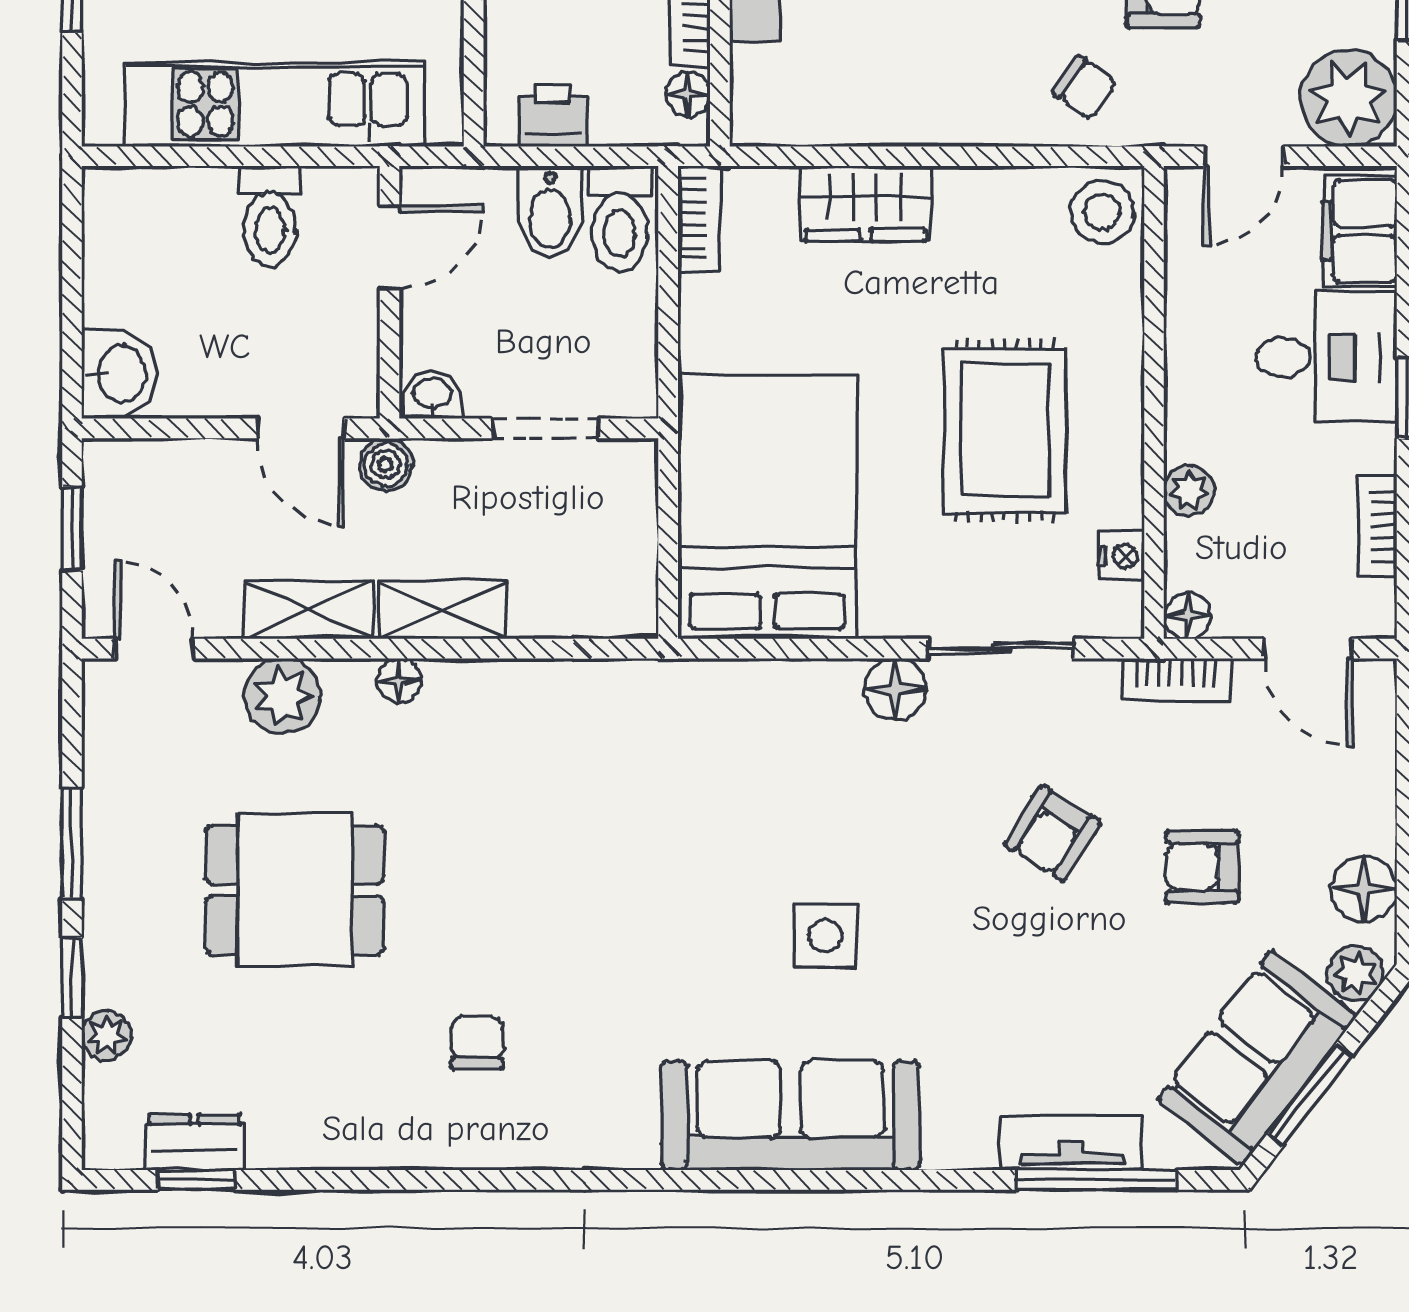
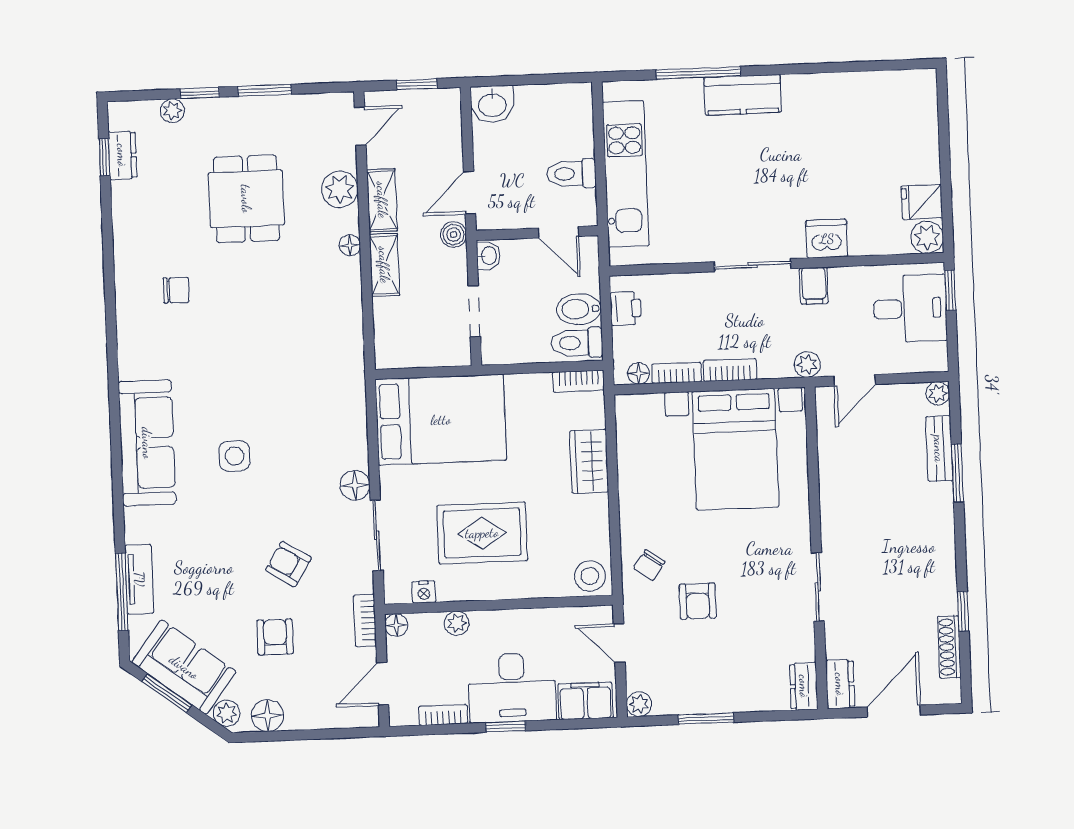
plant: (1349, 98) -> (639, 704), width x0.53, depth x0.53
desk: (1326, 357) -> (512, 688), width x1.37

